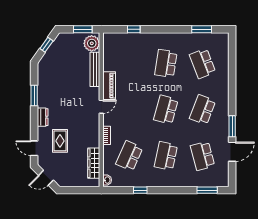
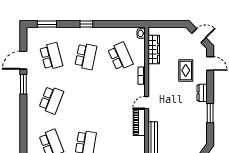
school desk: (166, 110) -> (86, 100), removed
school desk: (129, 156) -> (120, 56), turned -48
window: (140, 190) -> (86, 24), moved

